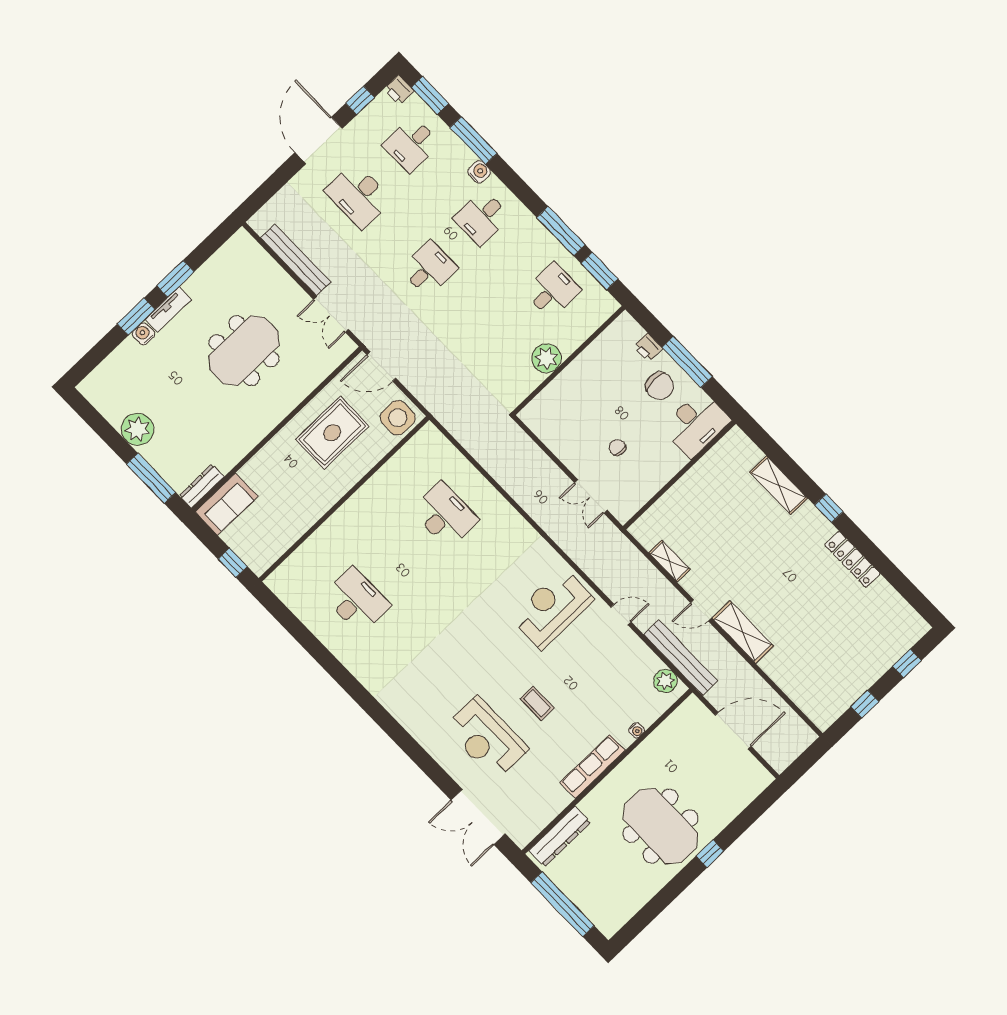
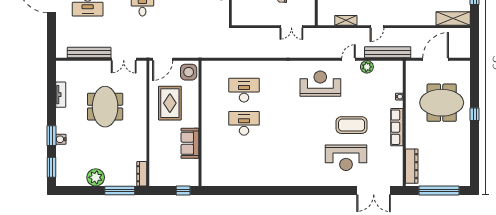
window: (175, 279) -> (51, 167), moved
tv unit: (168, 309) -> (61, 95), moved
sofa: (226, 504) -> (190, 143), moved, turned 180
desk: (356, 600) -> (244, 123), moved
reception desk: (552, 608) -> (320, 84), turned 90
shelving: (743, 632) -> (453, 19), moved
plant: (665, 681) -> (367, 67), moved
coffee table: (537, 703) -> (352, 125), width x1.86, depth x1.72
meeting table: (661, 826) -> (442, 103), moved

